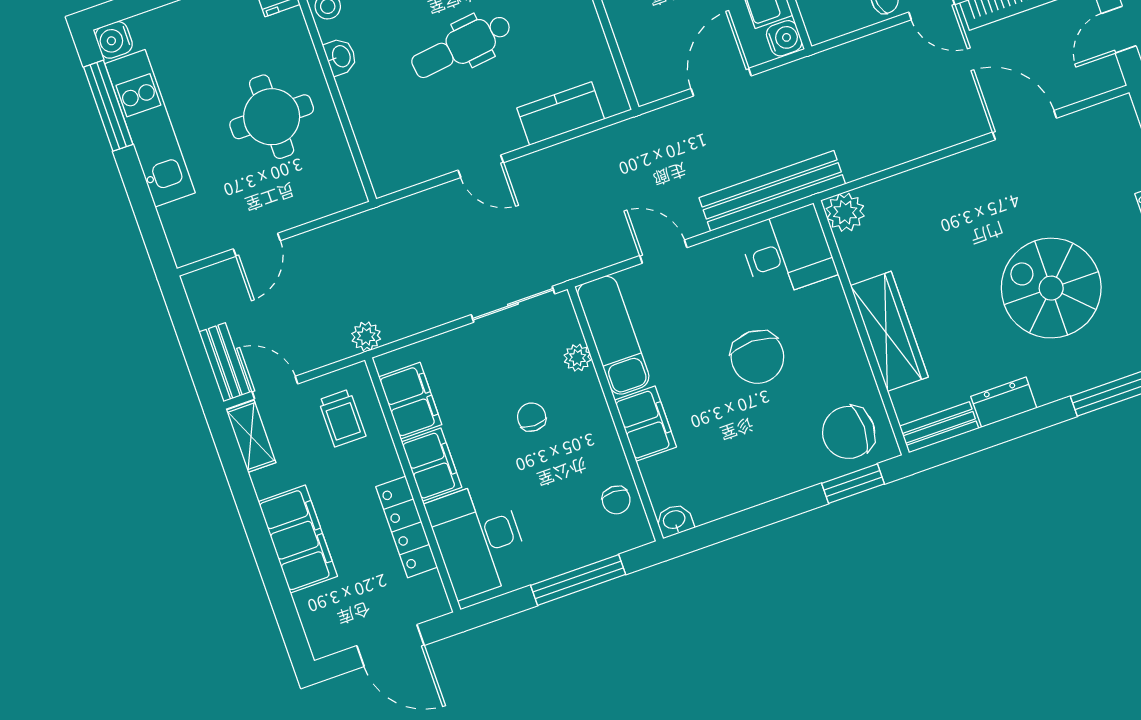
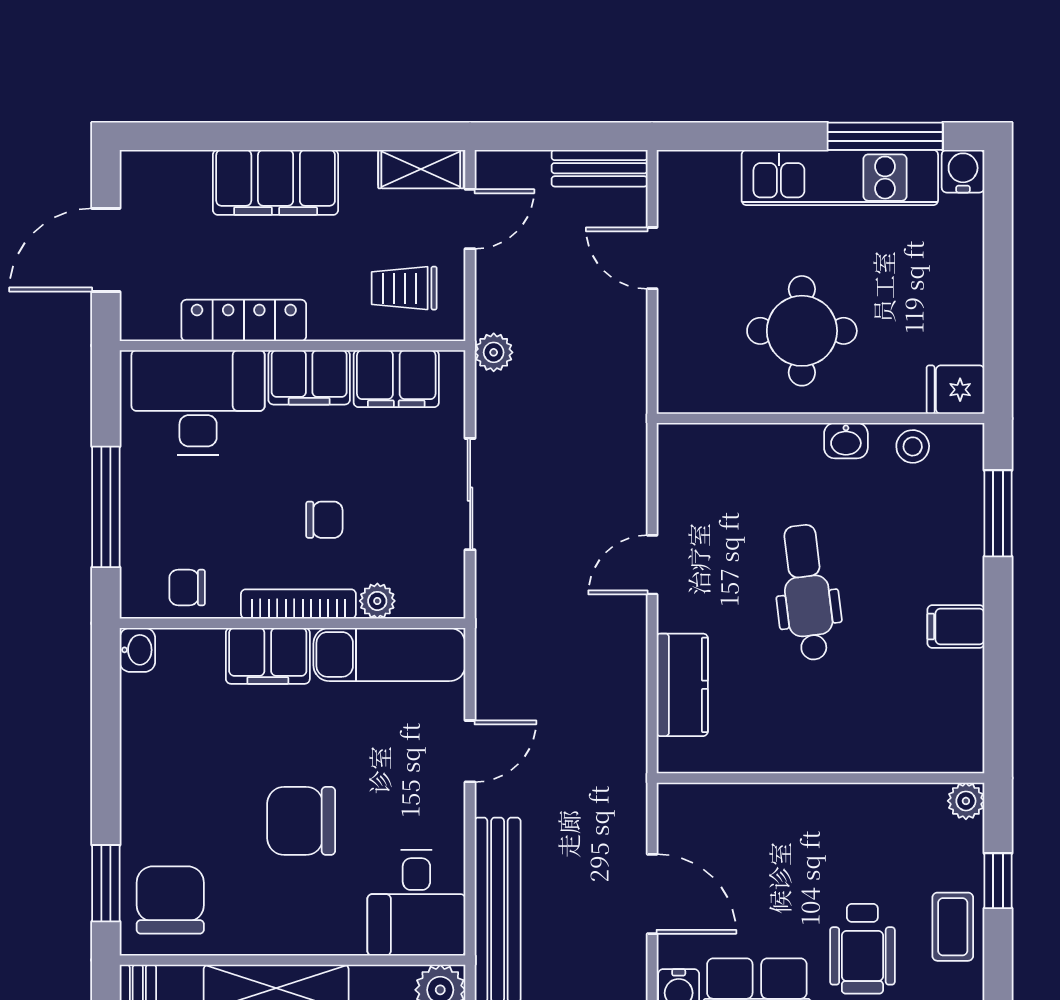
sliding door: (513, 304) -> (470, 494), moved
bench: (224, 362) -> (600, 168), moved
bookcase: (600, 414) -> (298, 604), added

